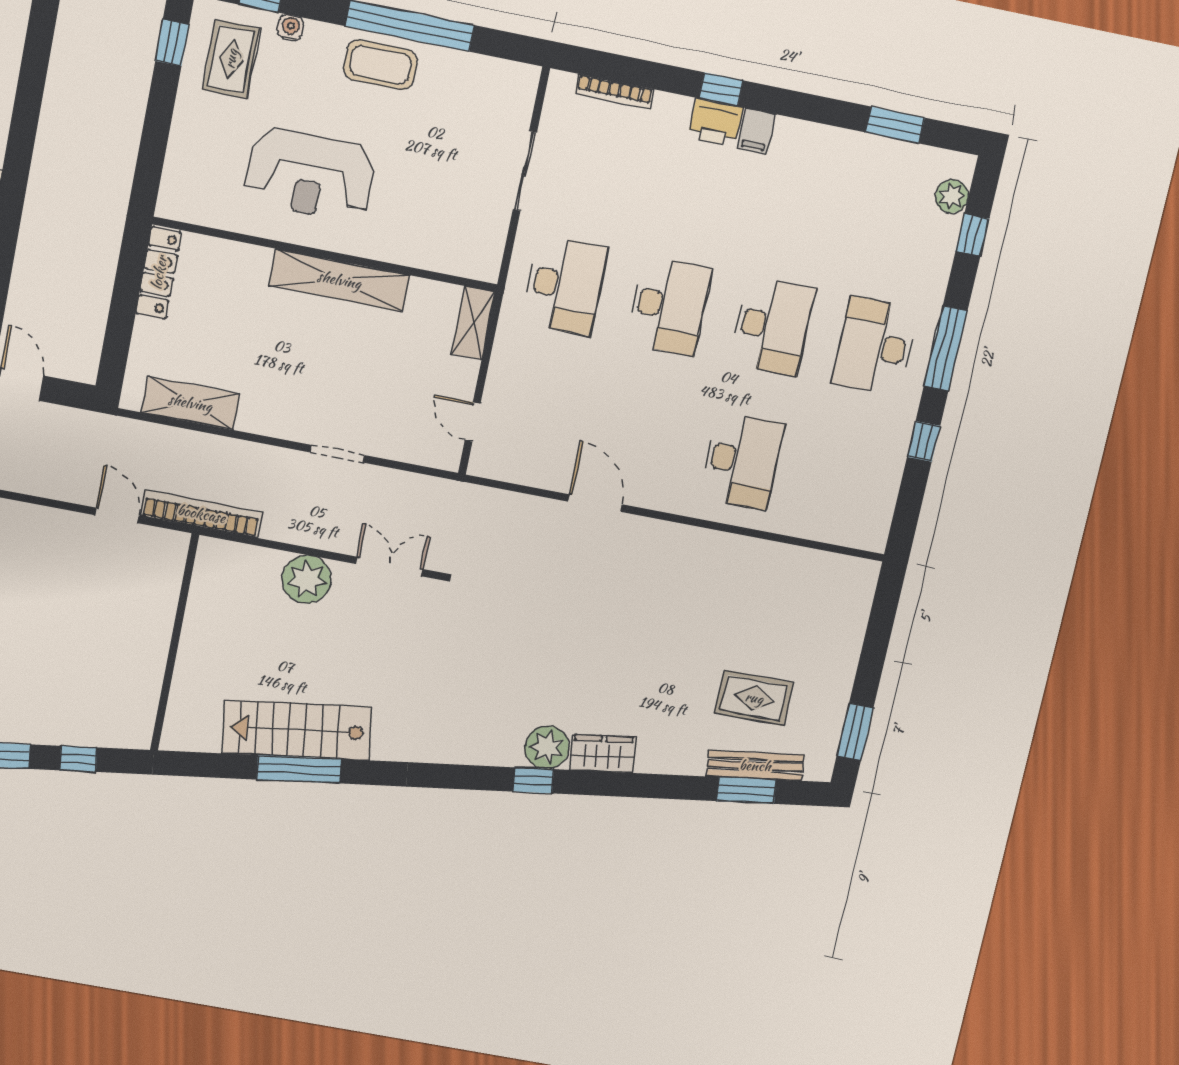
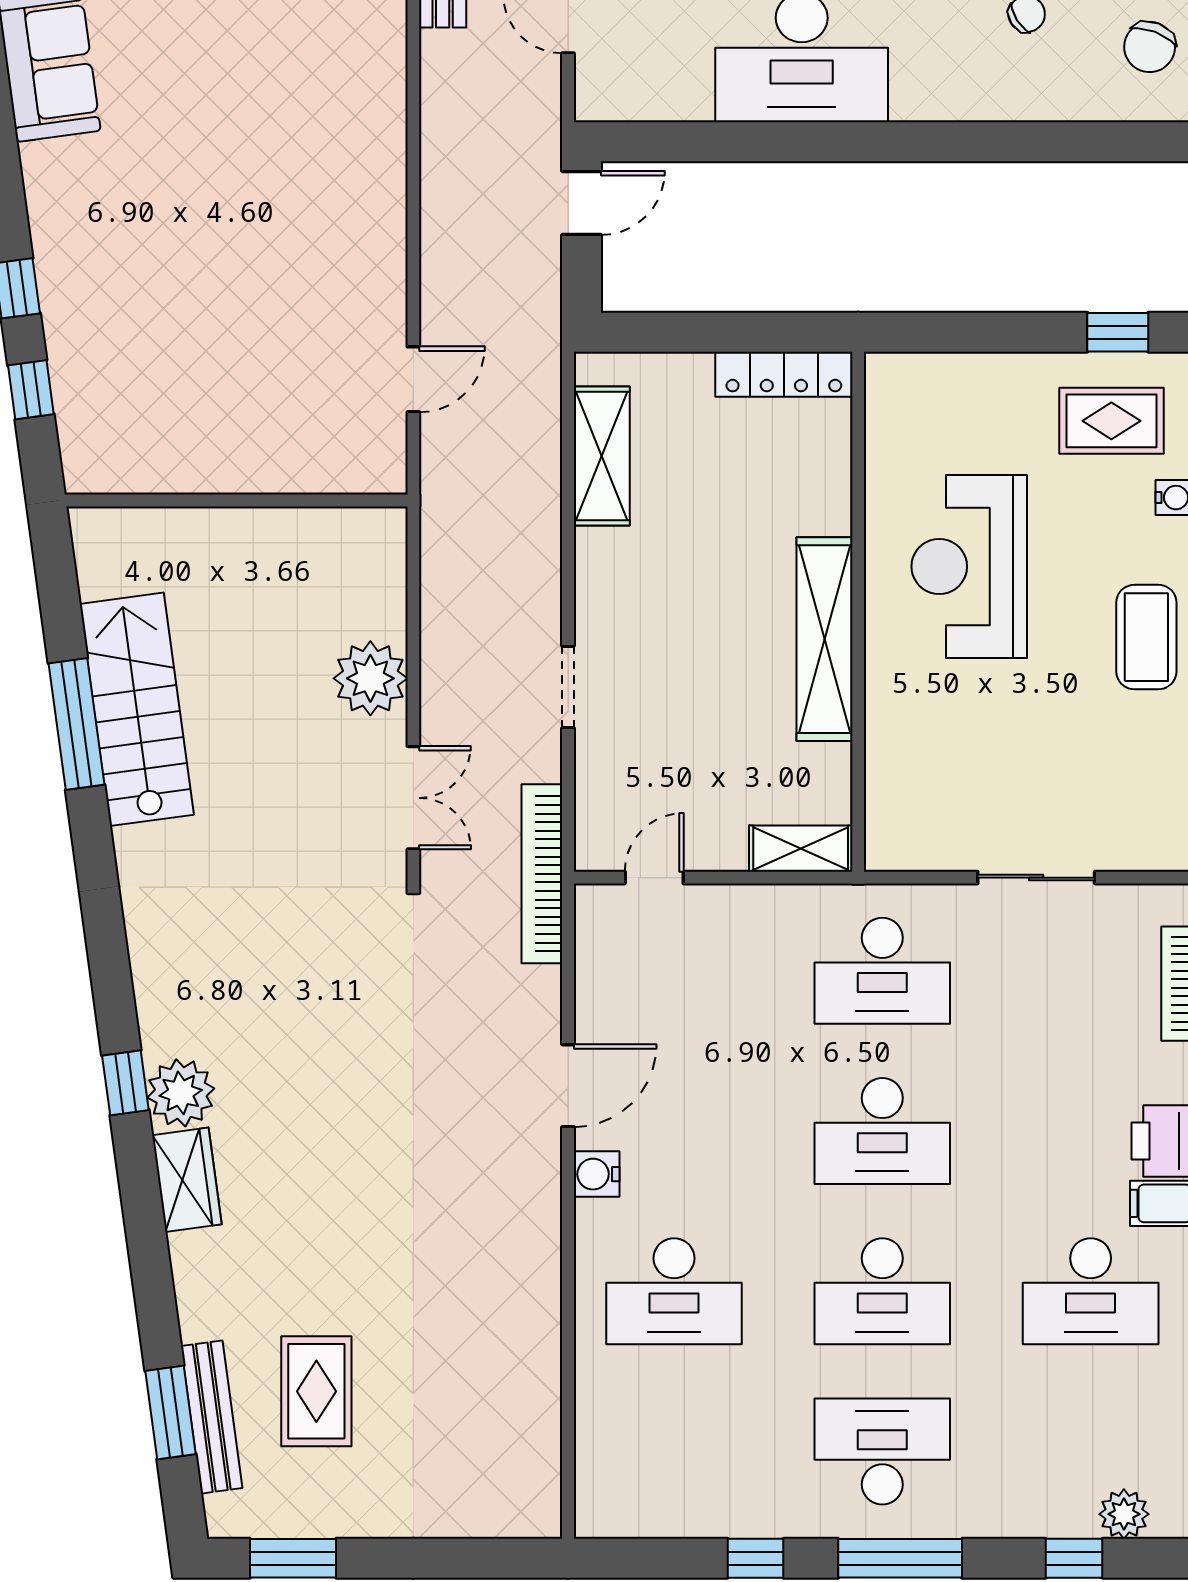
desk: (803, 189) -> (1091, 1291), added
water cooler: (656, 496) -> (597, 1174), added
bookcase: (201, 514) -> (542, 874), moved, turned 180

